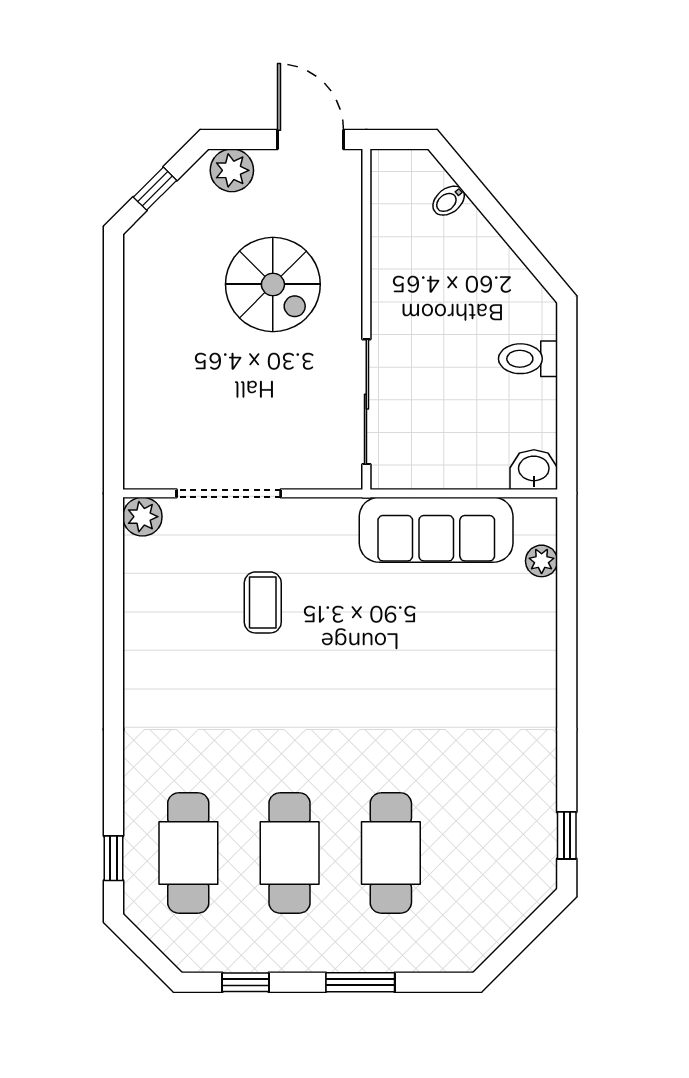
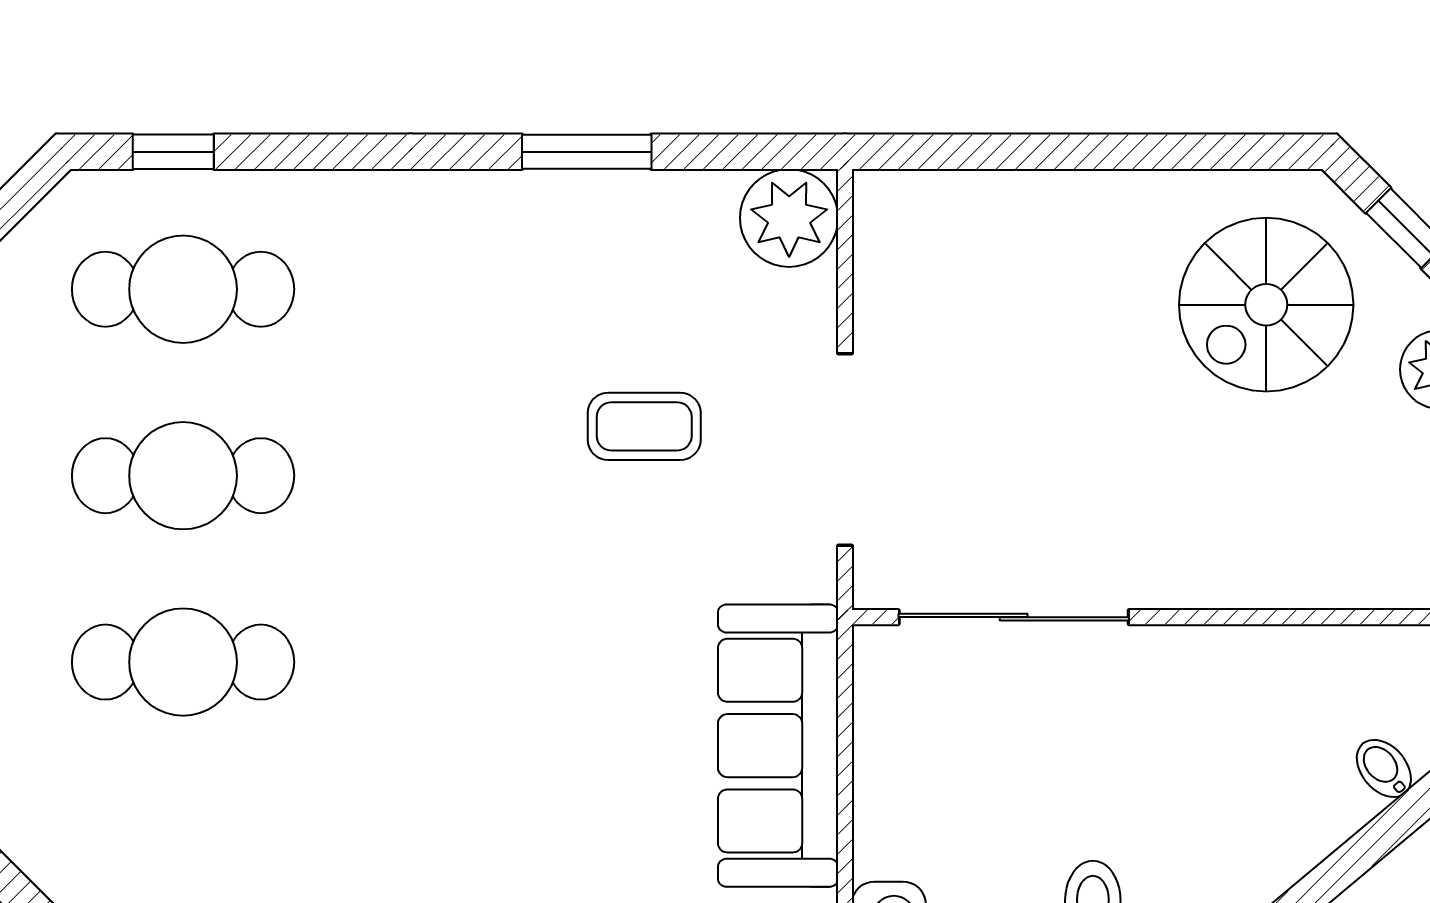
spiral stairs: (273, 284) -> (1266, 305), moved
doorway: (229, 493) -> (845, 449), moved
plant: (142, 517) -> (789, 218), width x1.36, depth x1.36
window: (114, 634) -> (587, 152), added

